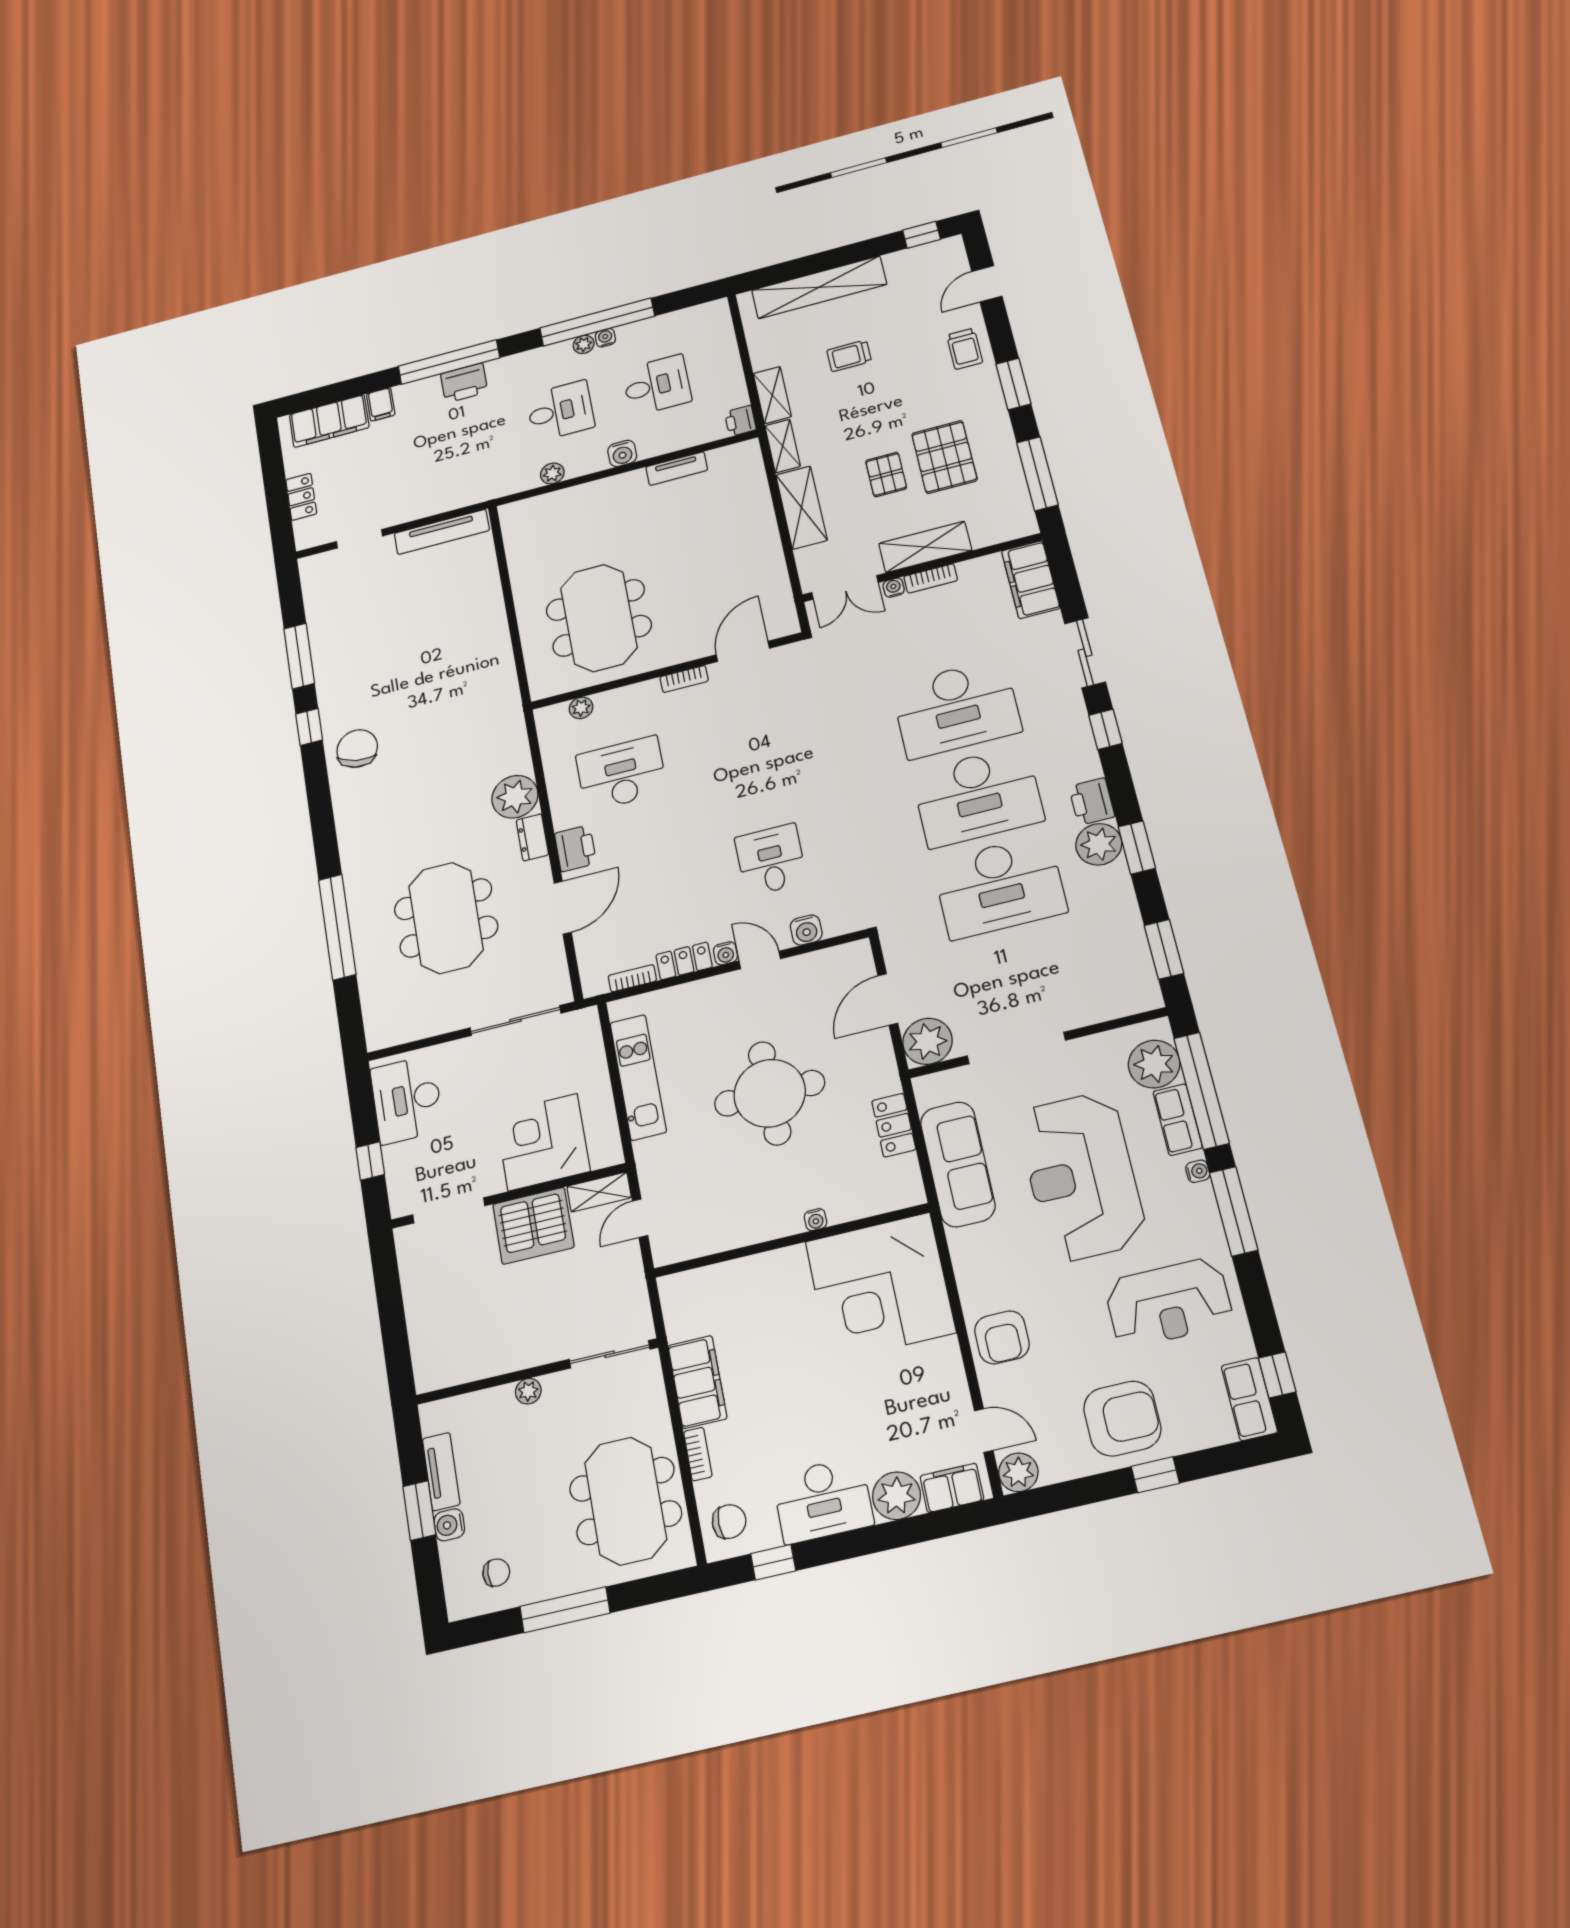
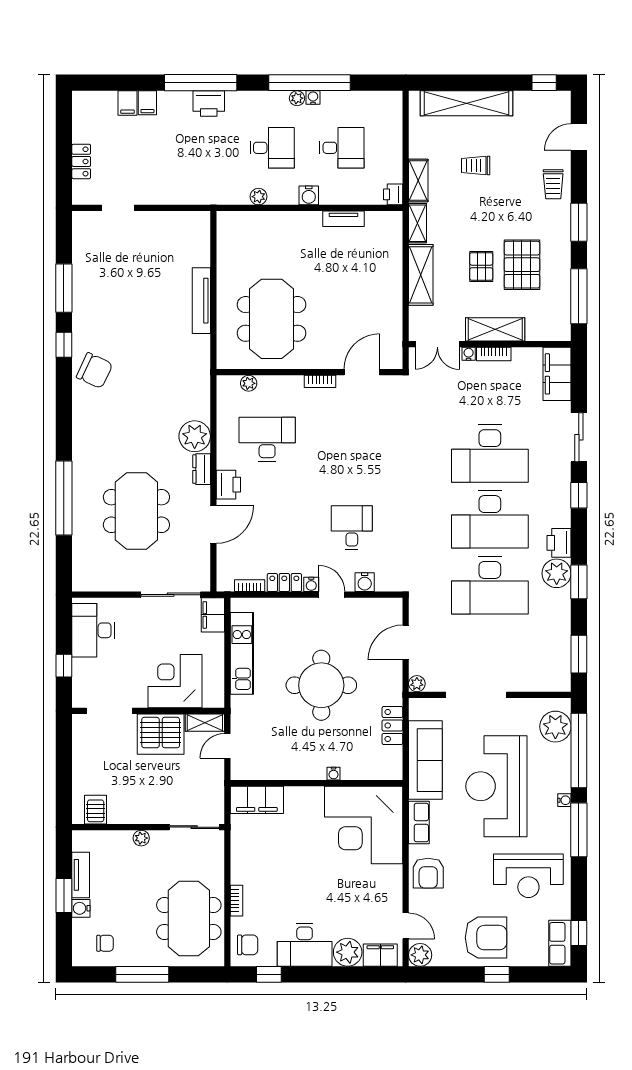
filing cabinet: (329, 421) -> (128, 103), width x0.33, depth x0.86
tv unit: (442, 532) -> (201, 301), moved, turned 90
chair: (357, 749) -> (95, 371), turned 104
filing cabinet: (584, 1033) -> (213, 615), added
plant: (927, 1041) -> (417, 684), width x0.53, depth x0.53
row of seats: (1178, 1120) -> (419, 822), moved, turned 180
server rack: (450, 1364) -> (96, 810), added
filing cabinet: (697, 1382) -> (257, 800), moved, turned 90

